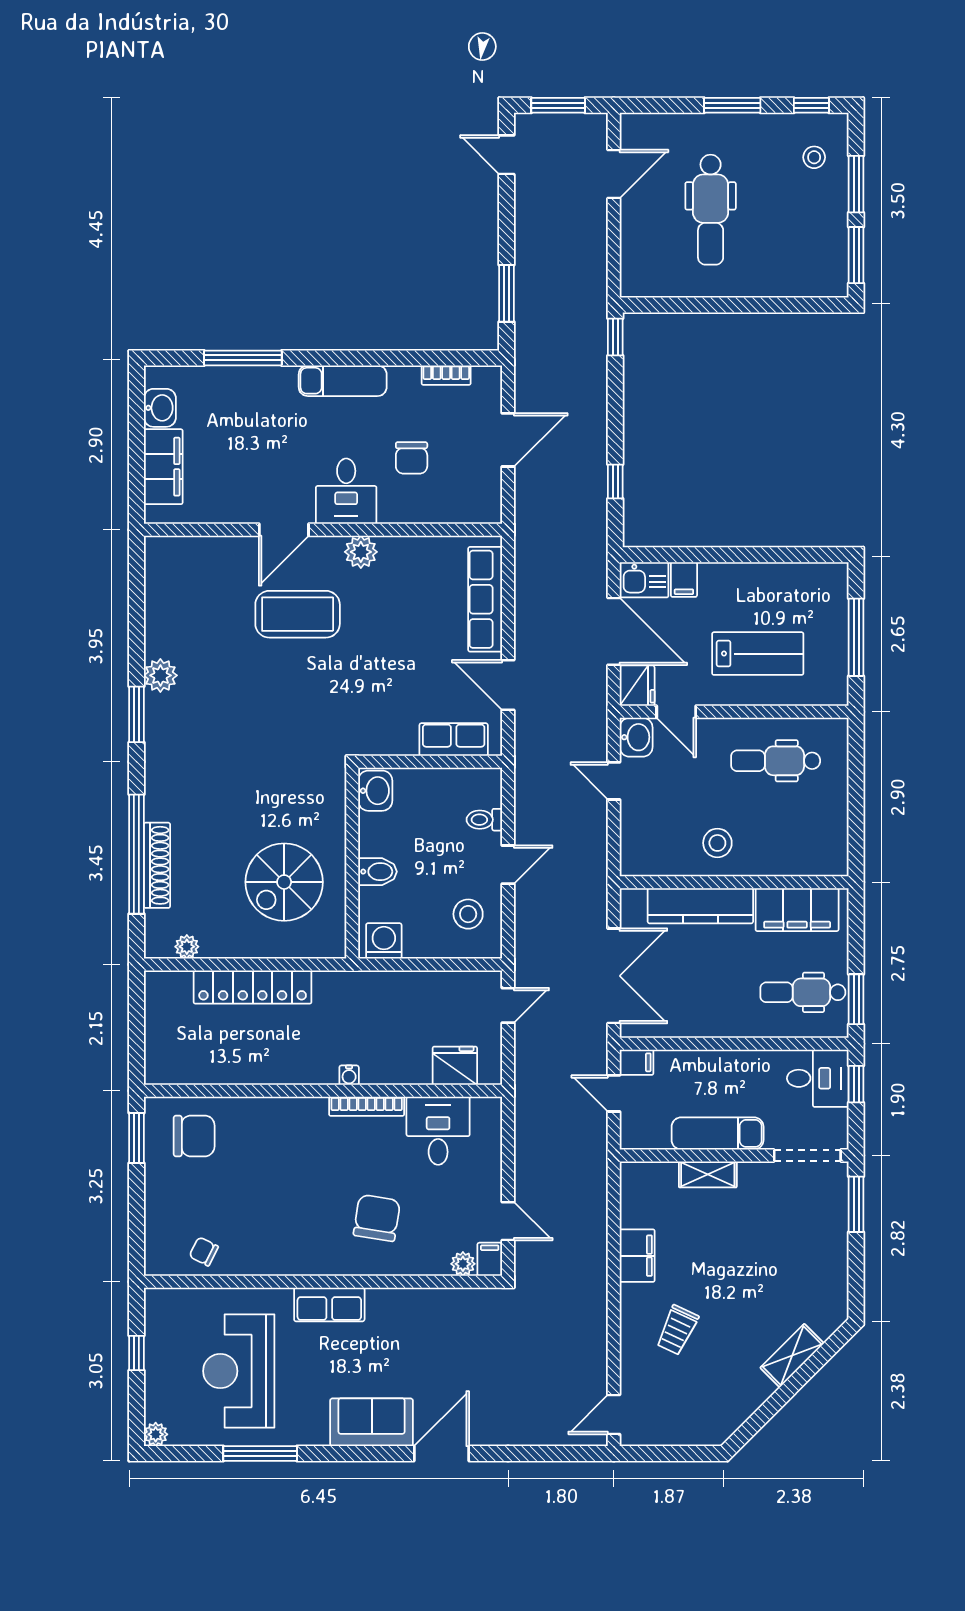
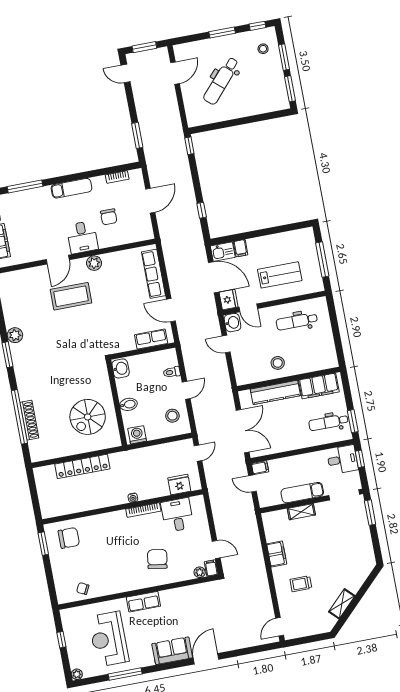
dental chair: (711, 210) -> (221, 81), turned 42
plant: (187, 947) -> (50, 454), removed
trolley: (677, 1330) -> (301, 584), turned 65
shelving: (792, 1356) -> (342, 604), moved

